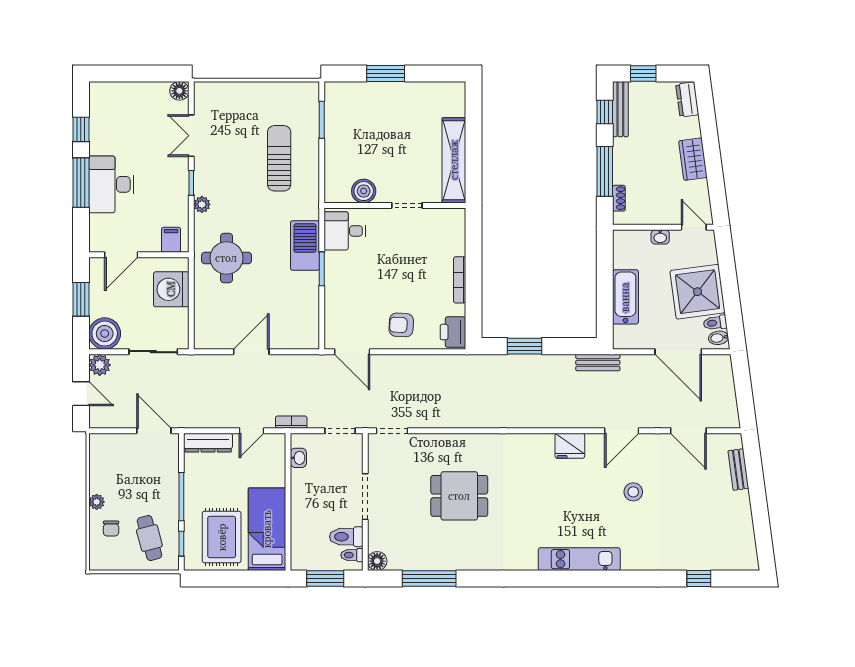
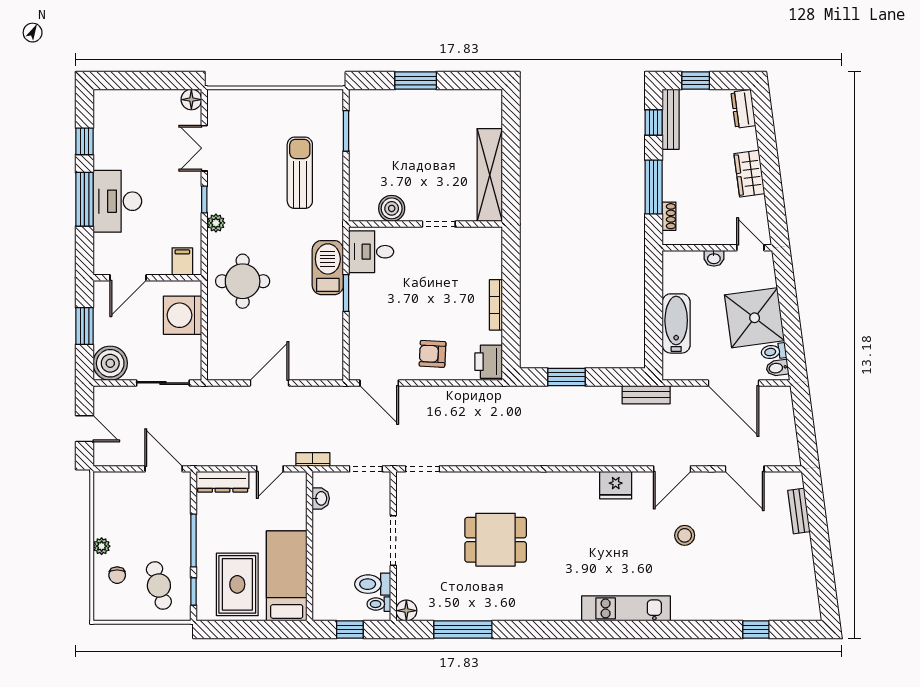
plant: (100, 365) -> (105, 397), removed
window: (325, 579) -> (350, 630), width x0.67

